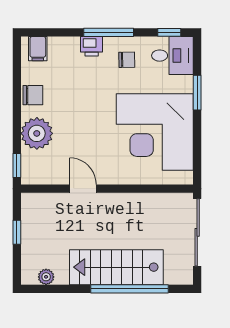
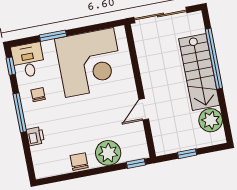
printer: (92, 46) -> (35, 136), moved
filing cabinet: (38, 49) -> (43, 165), removed
plant: (46, 277) -> (211, 120), width x1.88, depth x1.88

